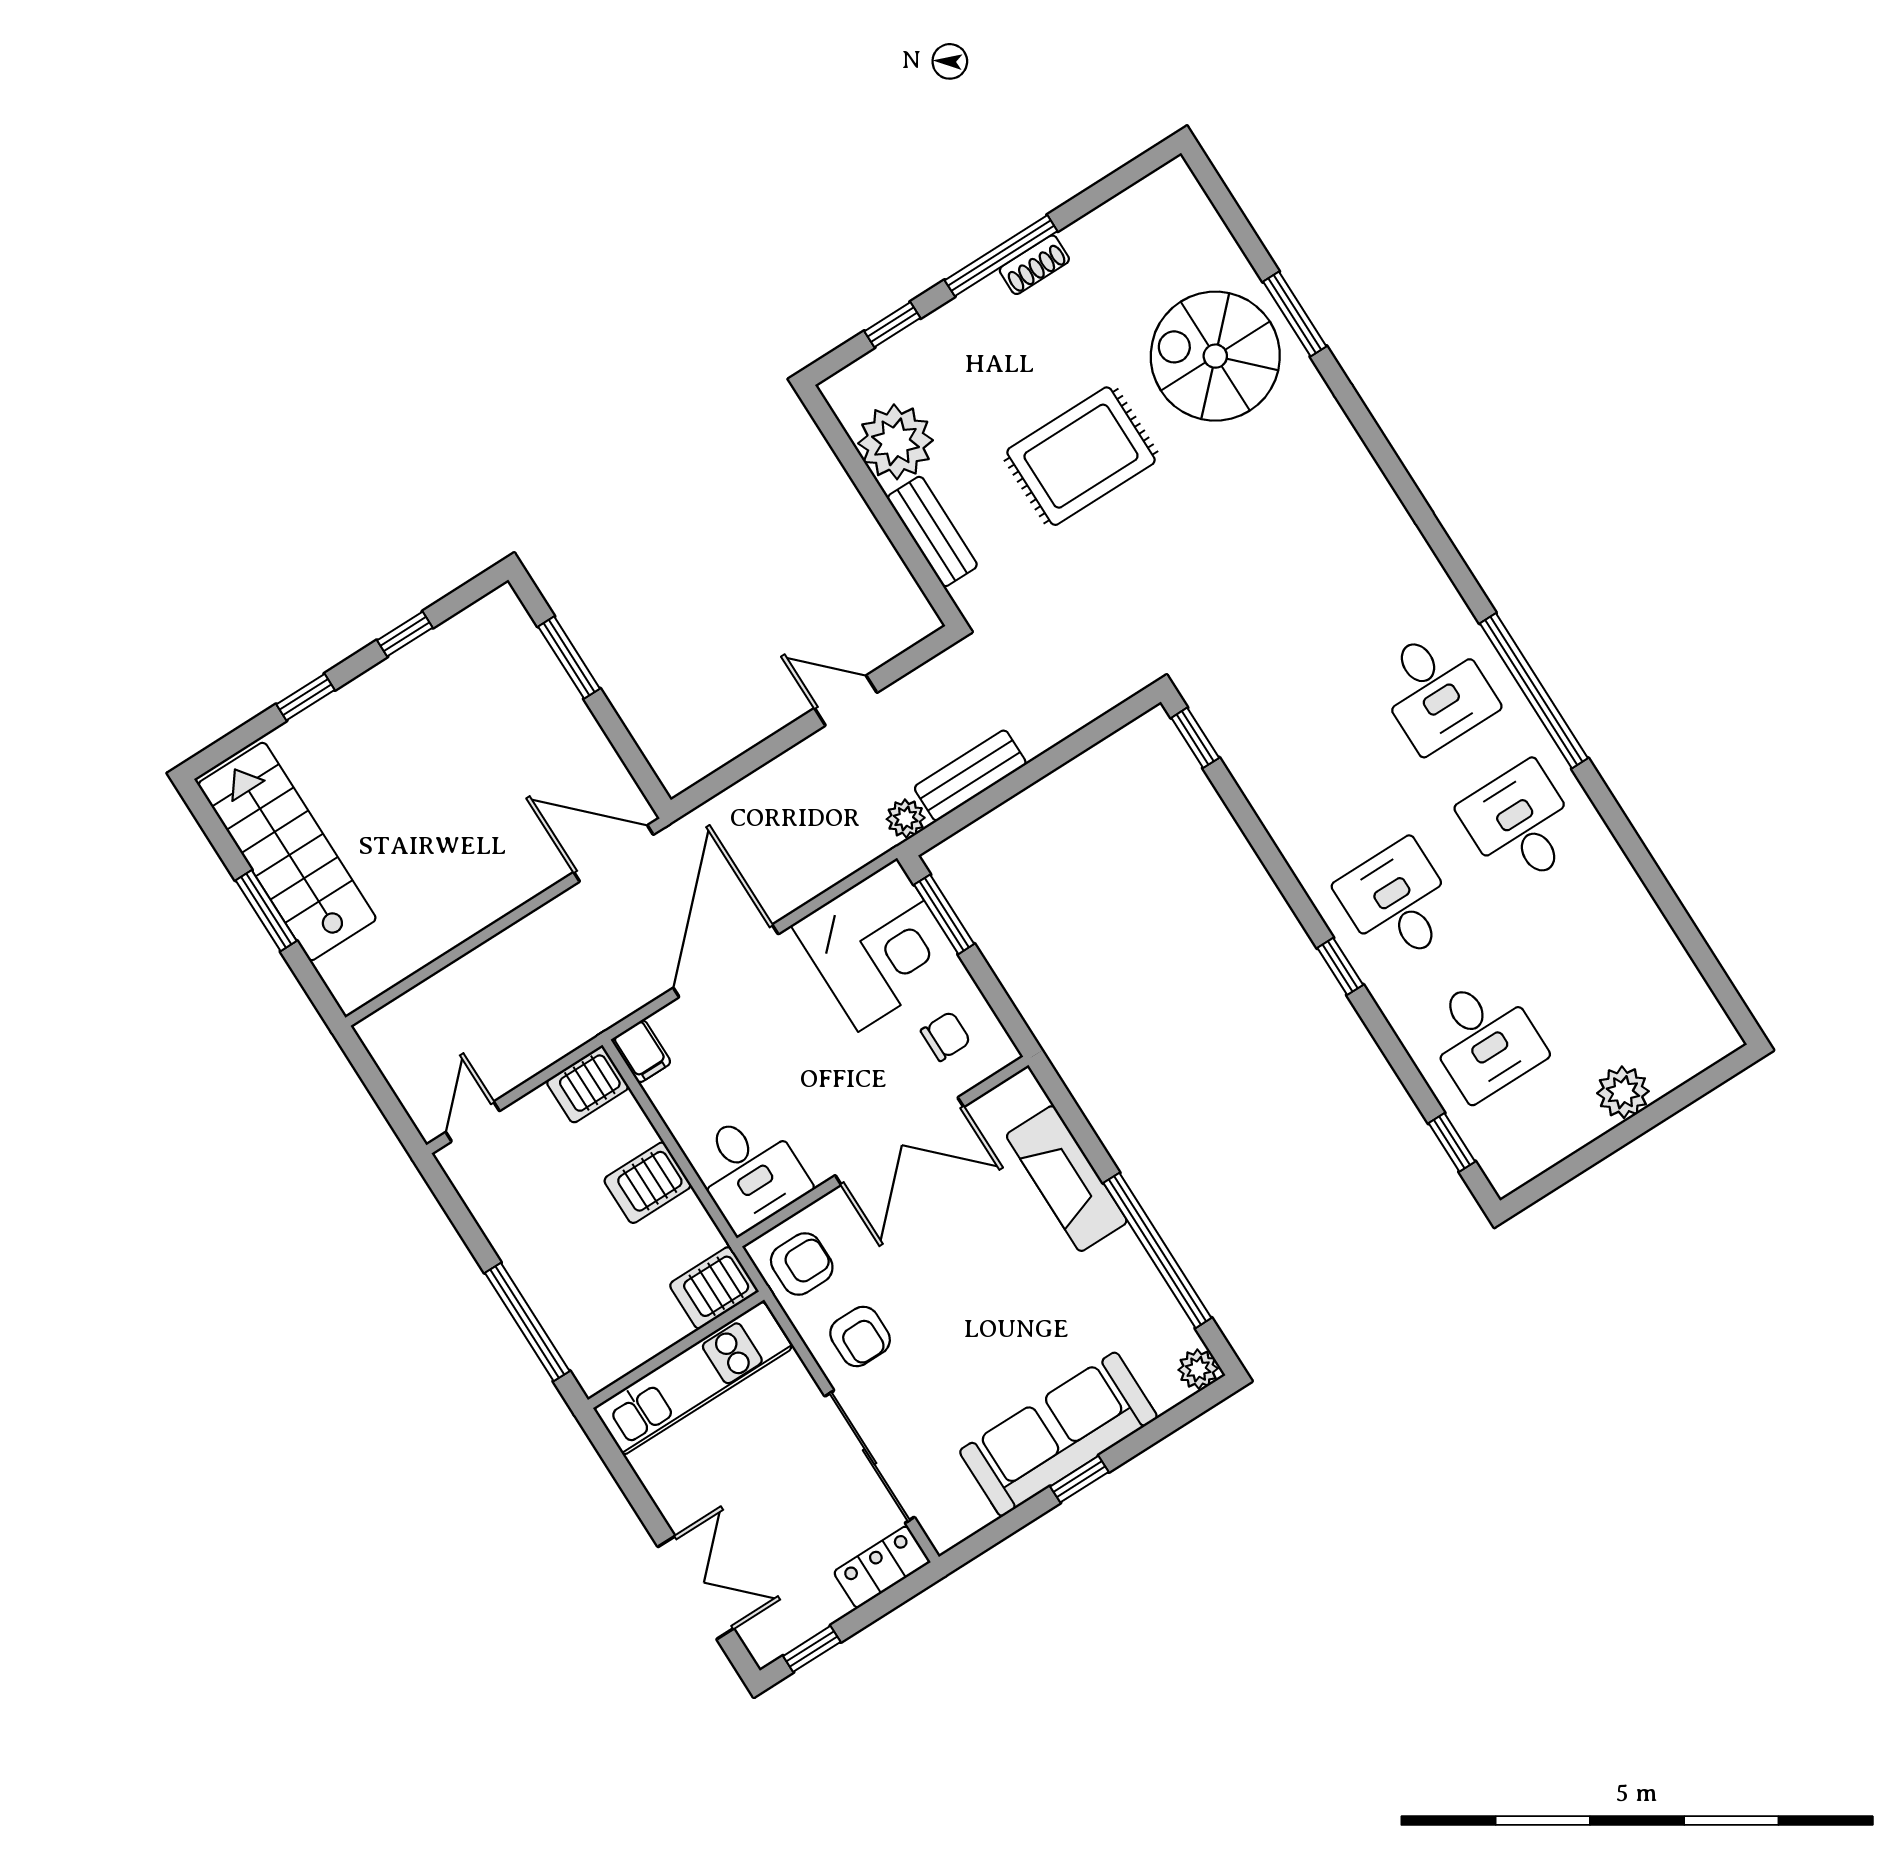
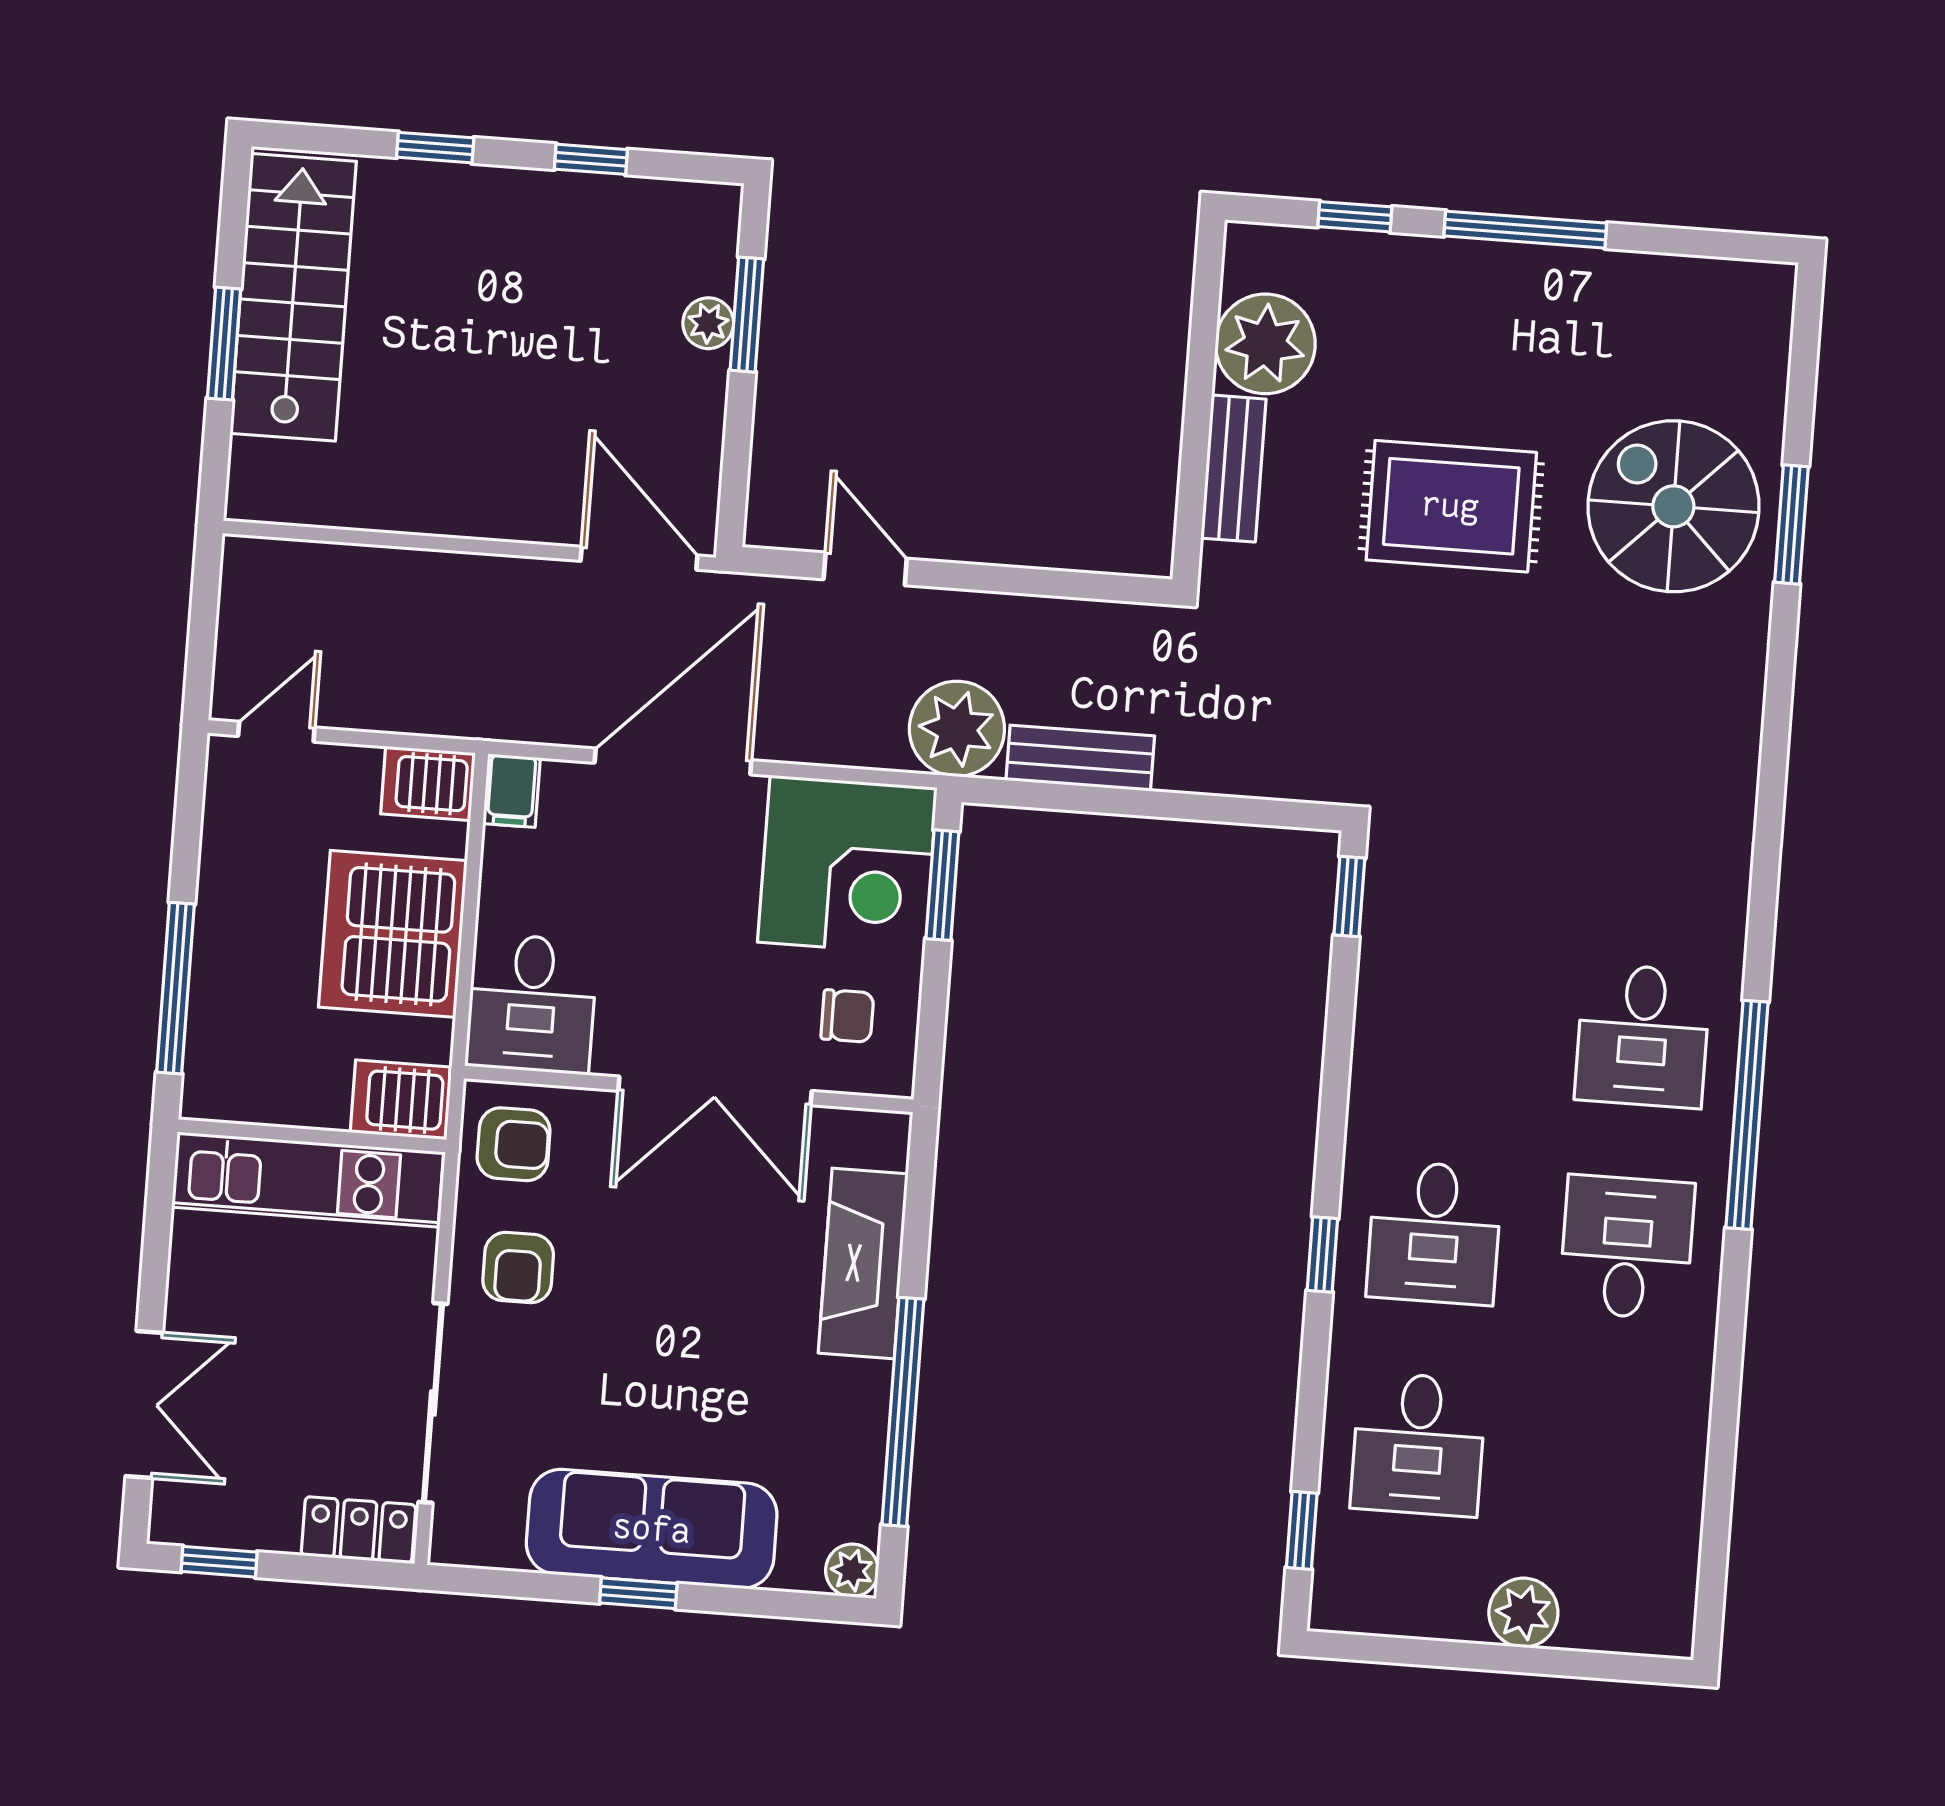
shoe rack: (1034, 265) -> (1553, 266), removed
plant: (550, 680) -> (708, 323), added
door: (846, 700) -> (865, 569), moved
plant: (906, 818) -> (957, 729), width x1.87, depth x1.87
desk: (1398, 903) -> (1434, 1233), turned 180
server rack: (647, 1183) -> (393, 934), width x2.18, depth x1.44

